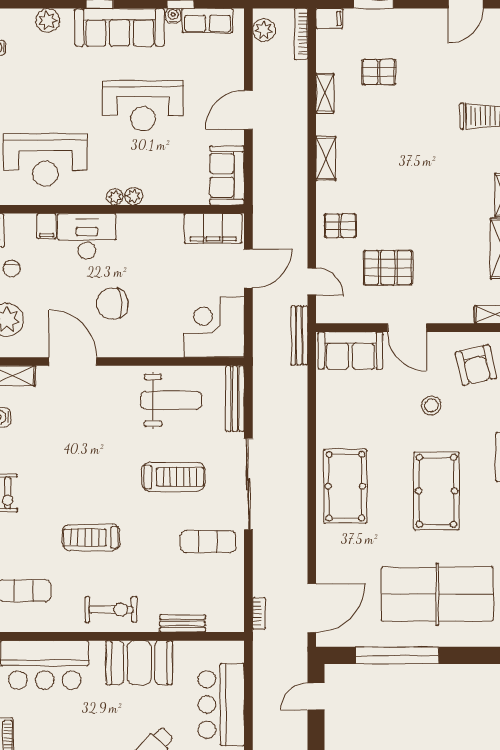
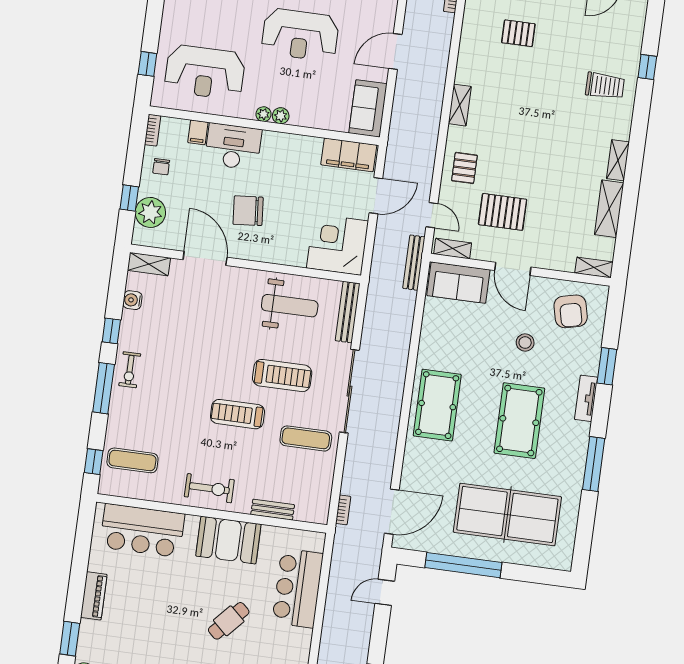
shelving: (325, 93) -> (453, 249), moved, turned 90
pallet: (340, 226) -> (464, 168), turned 90
treadmill: (91, 537) -> (238, 414), moved

